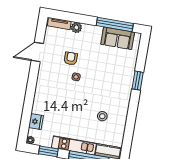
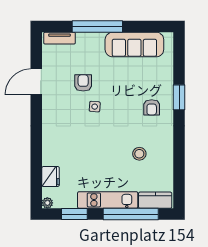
window: (115, 24) -> (97, 27), moved
plant: (76, 28) -> (84, 40), removed
sofa: (118, 38) -> (134, 45), width x1.36
armchair: (117, 84) -> (152, 107), added

